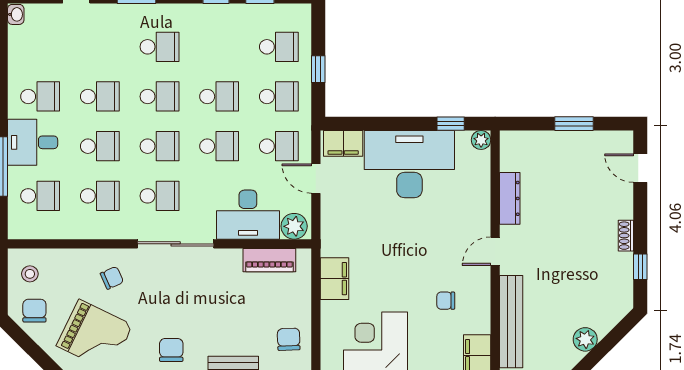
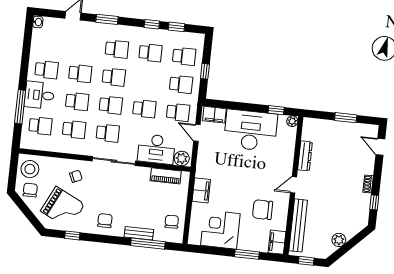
school desk: (219, 96) -> (150, 53), moved
stool: (30, 274) -> (30, 169), width x1.89, depth x1.89
chair: (446, 301) -> (263, 210), width x1.87, depth x1.87

